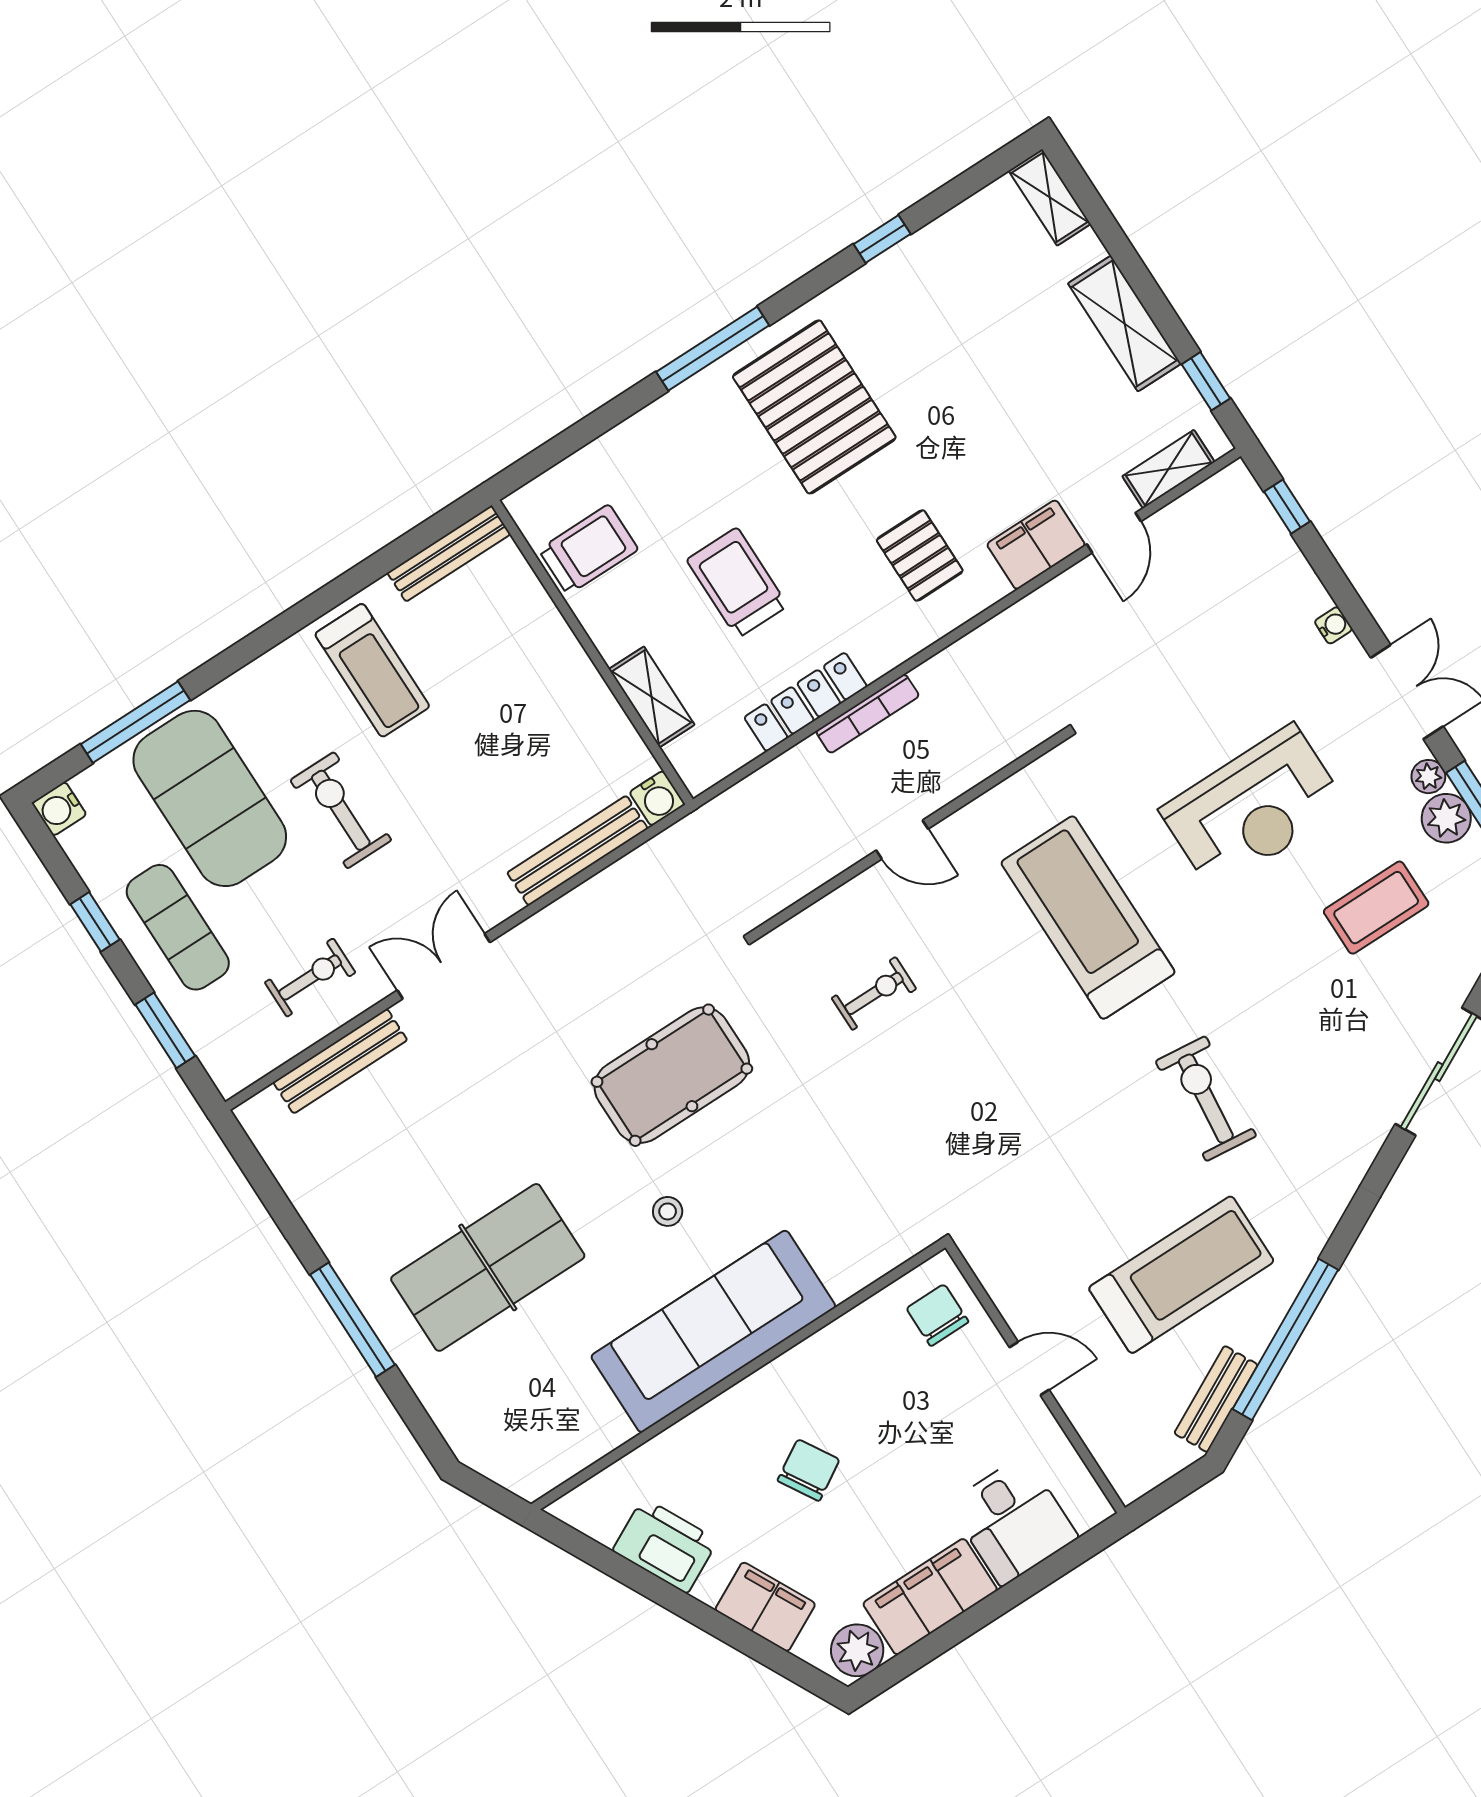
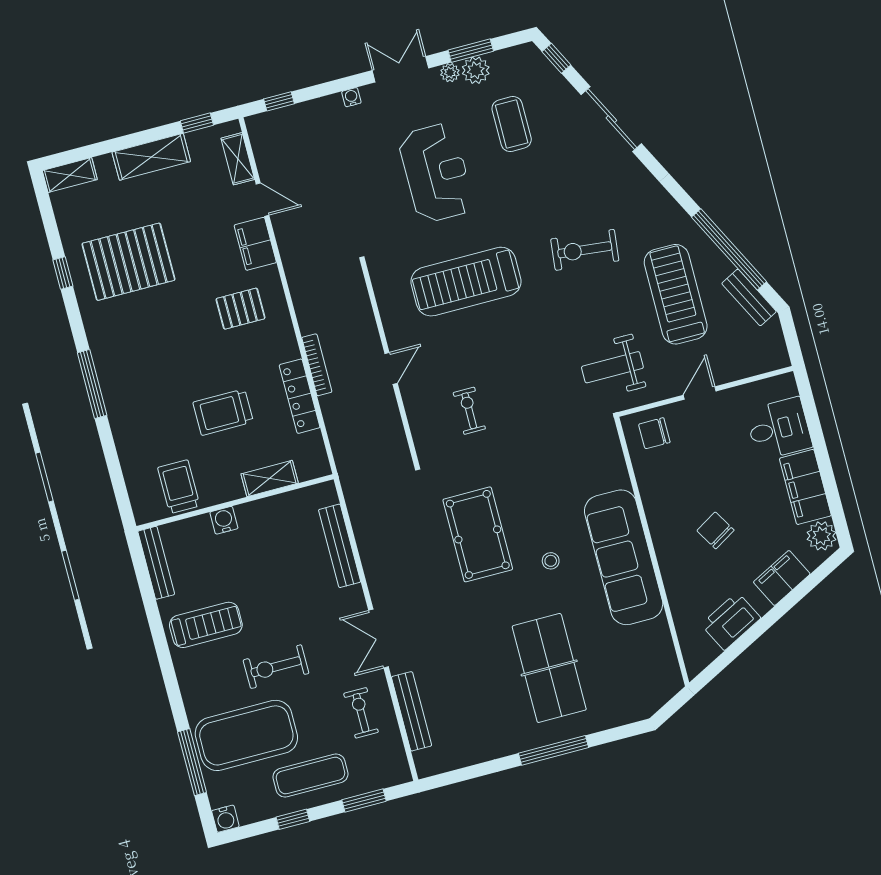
pallet: (814, 407) -> (128, 262), moved
water cooler: (657, 798) -> (224, 520), moved, turned -90
weight bench: (1025, 1209) -> (612, 367), added

